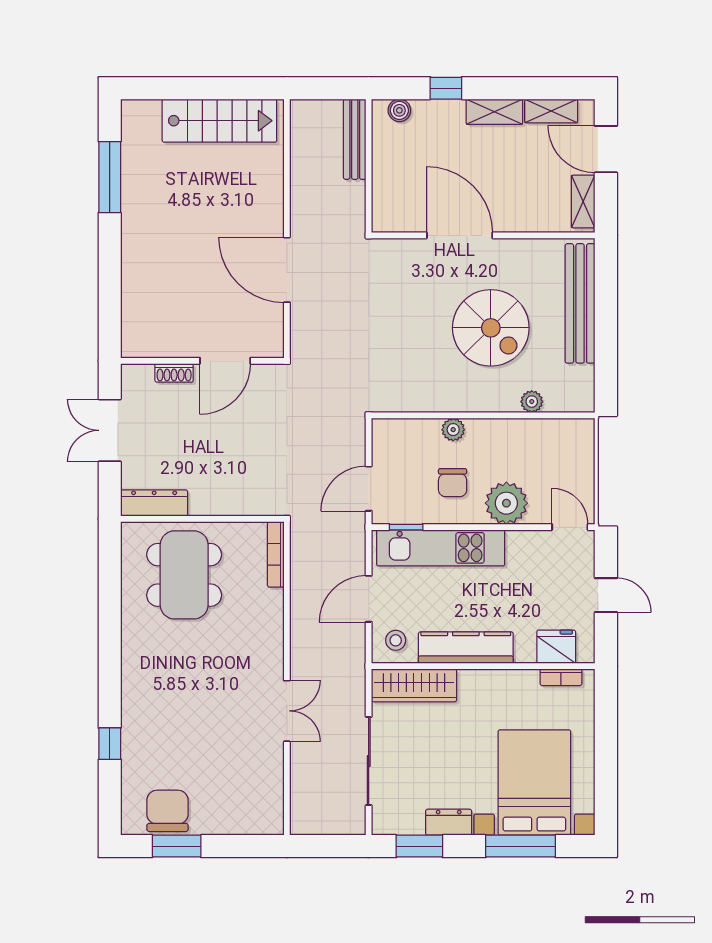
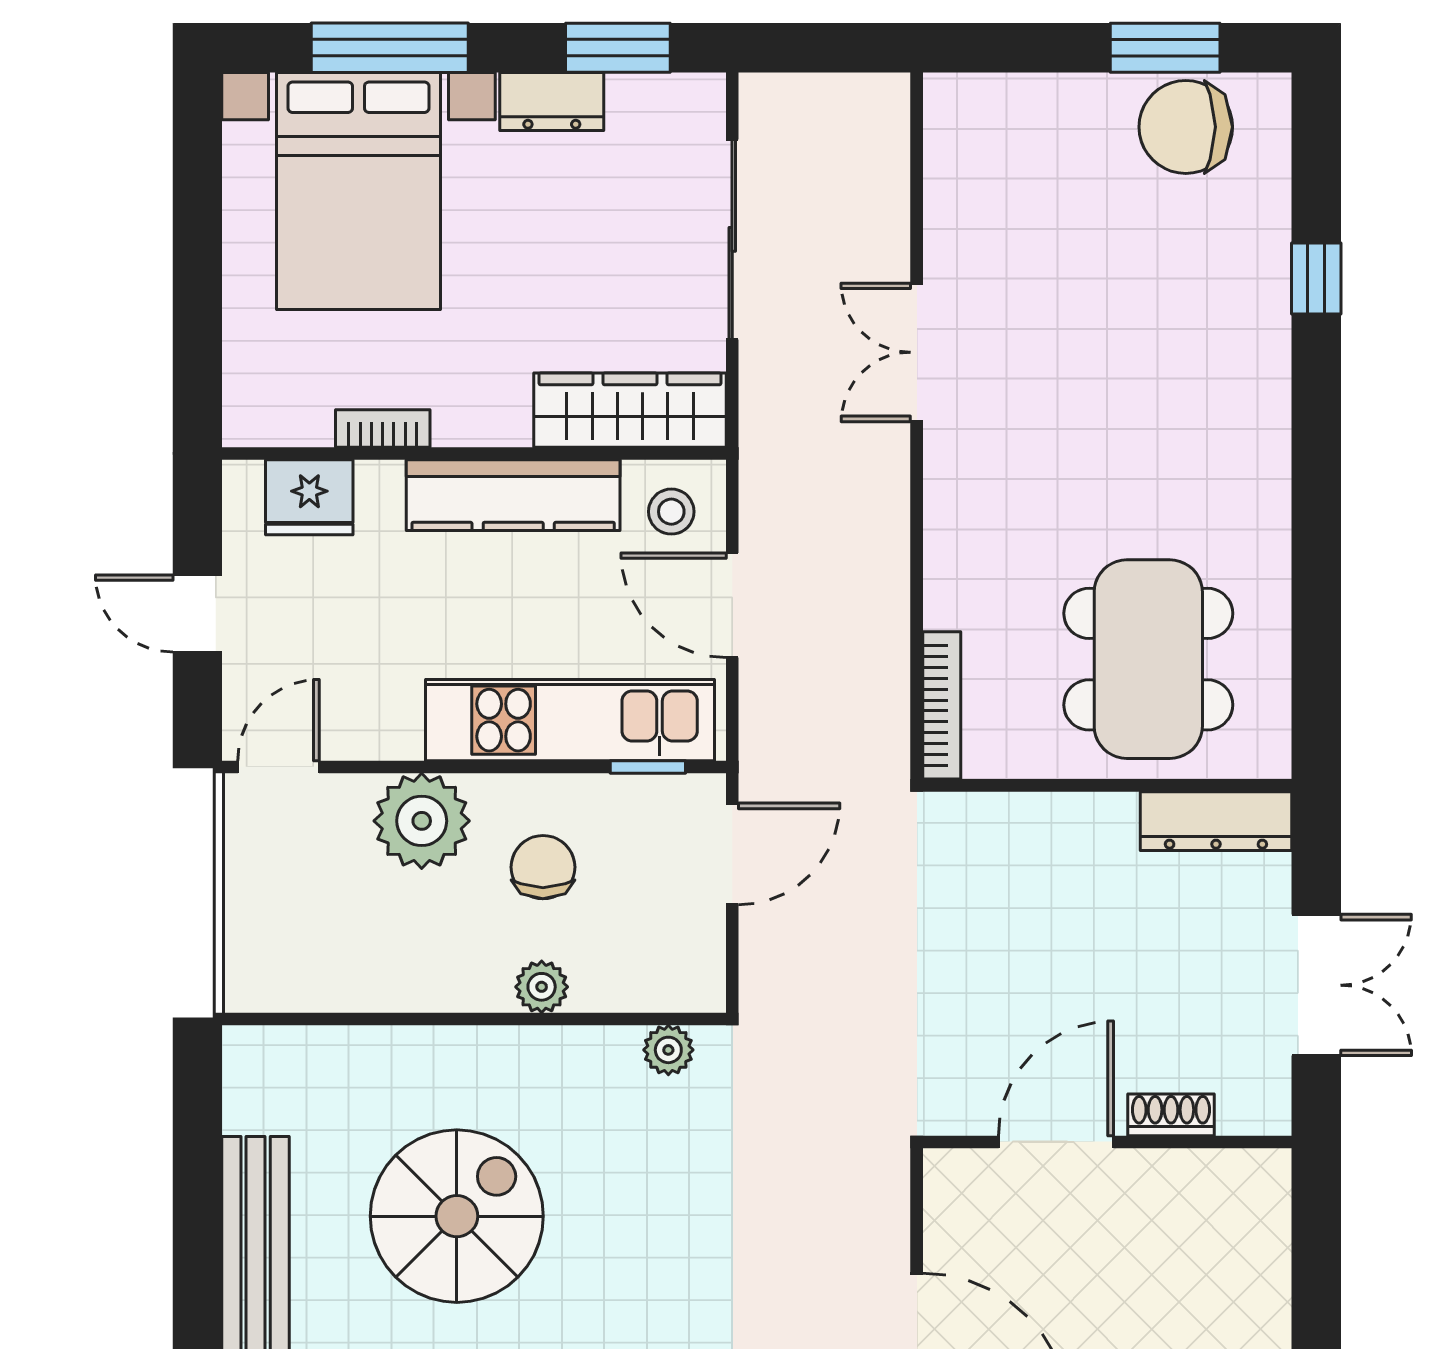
spiral stairs: (491, 328) -> (457, 1216), turned 90
plant: (532, 402) -> (668, 1050), moved
door: (570, 527) -> (278, 767), swing flipped
door: (369, 599) -> (732, 605), swing flipped
bookcase: (561, 677) -> (383, 428), moved
chair: (168, 811) -> (1186, 127), turned 90

